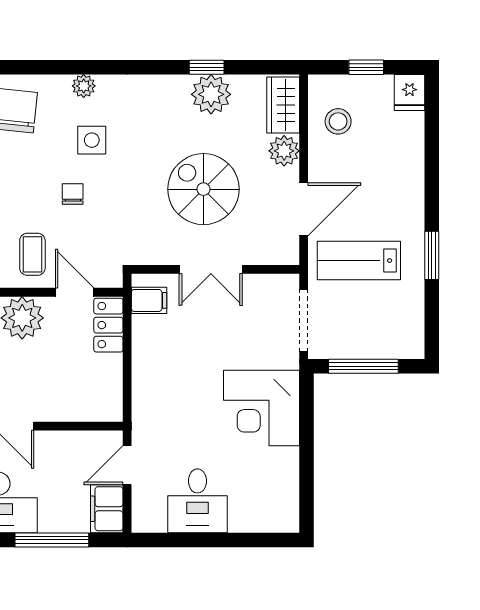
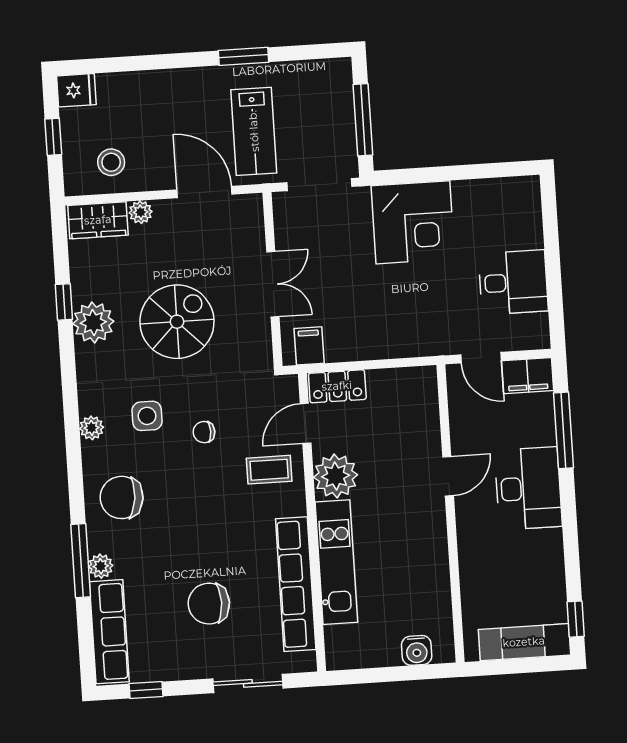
plant: (211, 94) -> (93, 322), moved
plant: (284, 151) -> (141, 212), width x0.73, depth x0.73
spiral stairs: (203, 189) -> (177, 322), moved, turned 180

